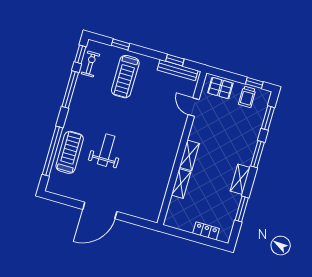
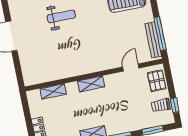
window: (175, 60) -> (160, 34), width x2.17
shelving: (181, 184) -> (53, 91), moved

